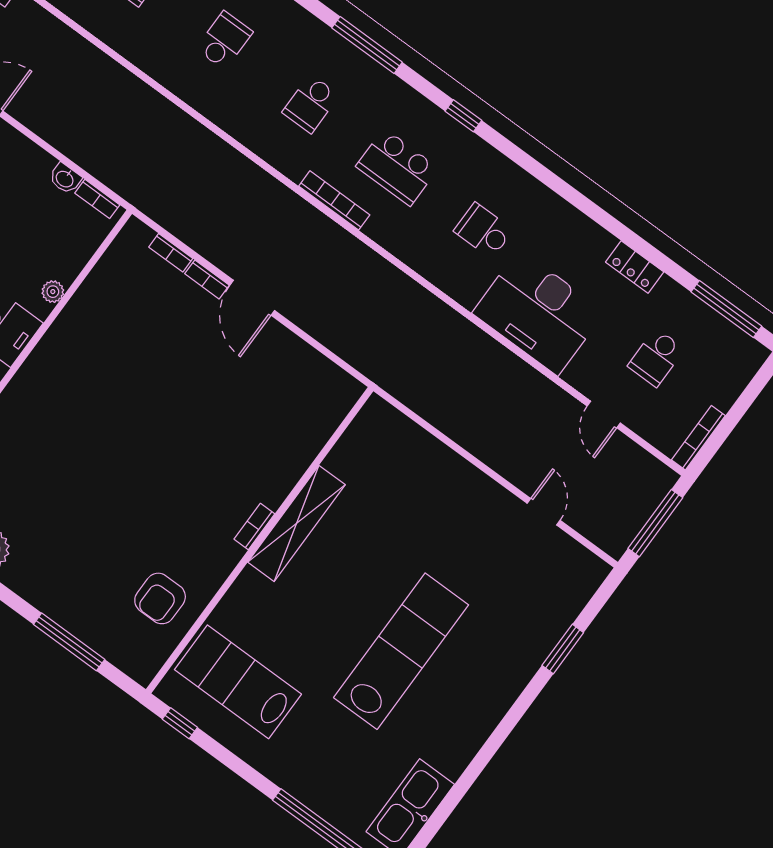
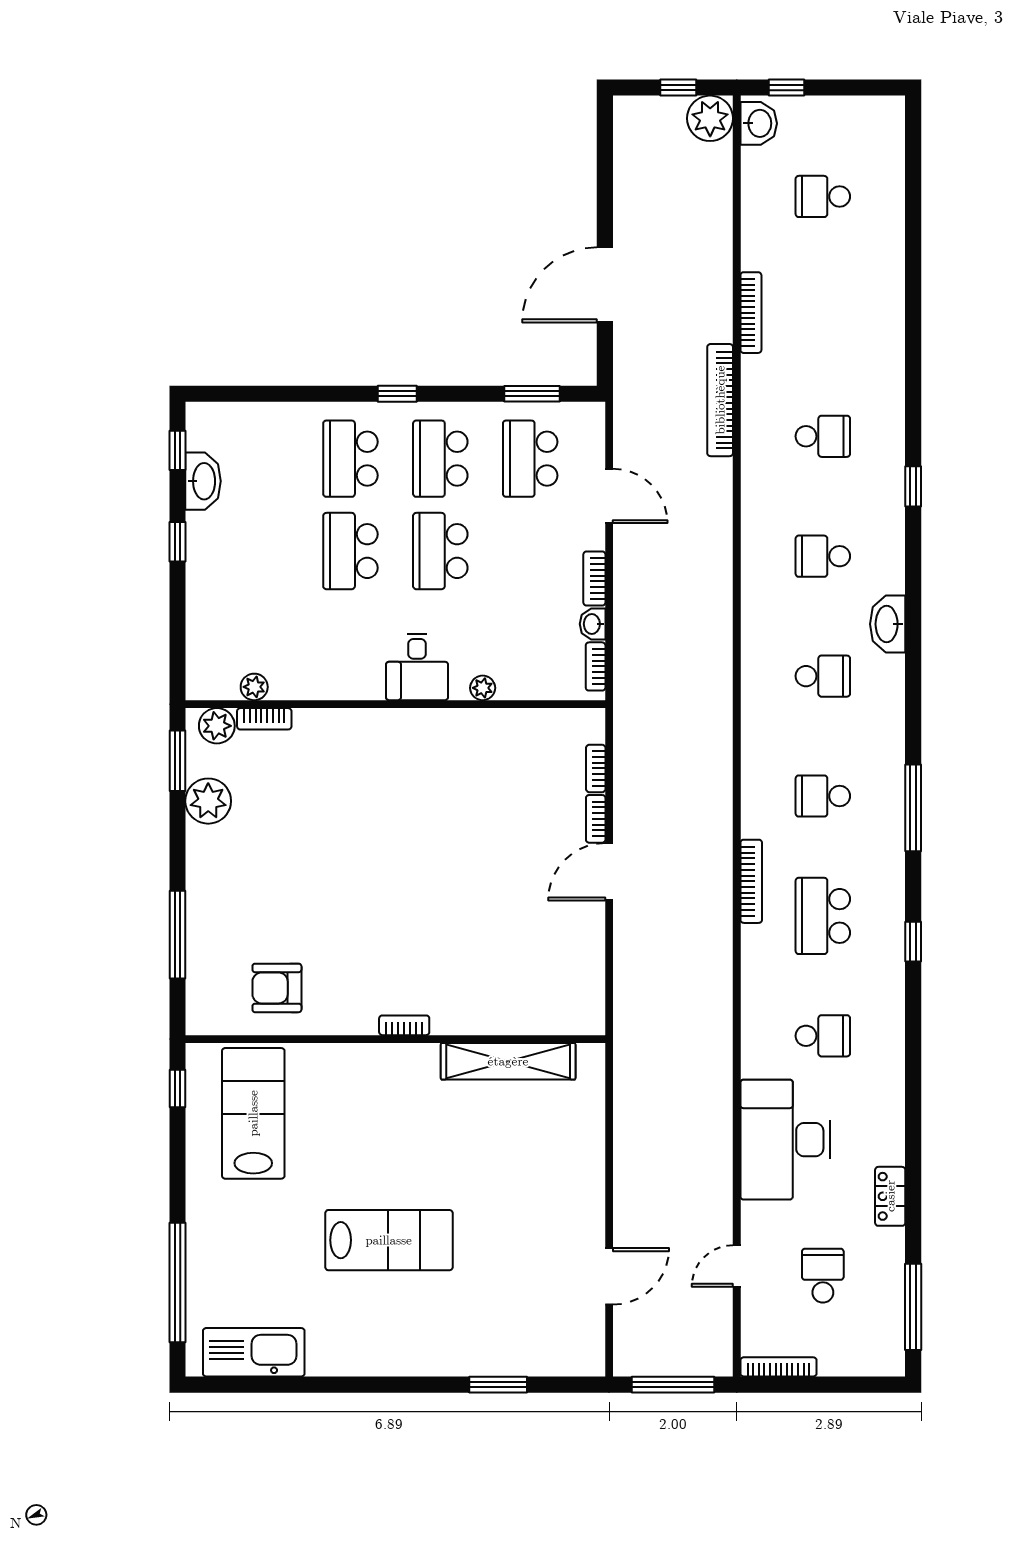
bookcase: (33, 153) -> (594, 578), added
school desk: (483, 231) -> (823, 1036), turned 90
school desk: (656, 358) -> (823, 1276), turned 90
door: (544, 512) -> (609, 1276), width x1.38
shelving: (297, 523) -> (508, 1061), moved
lab bench: (401, 651) -> (389, 1240), width x0.73

